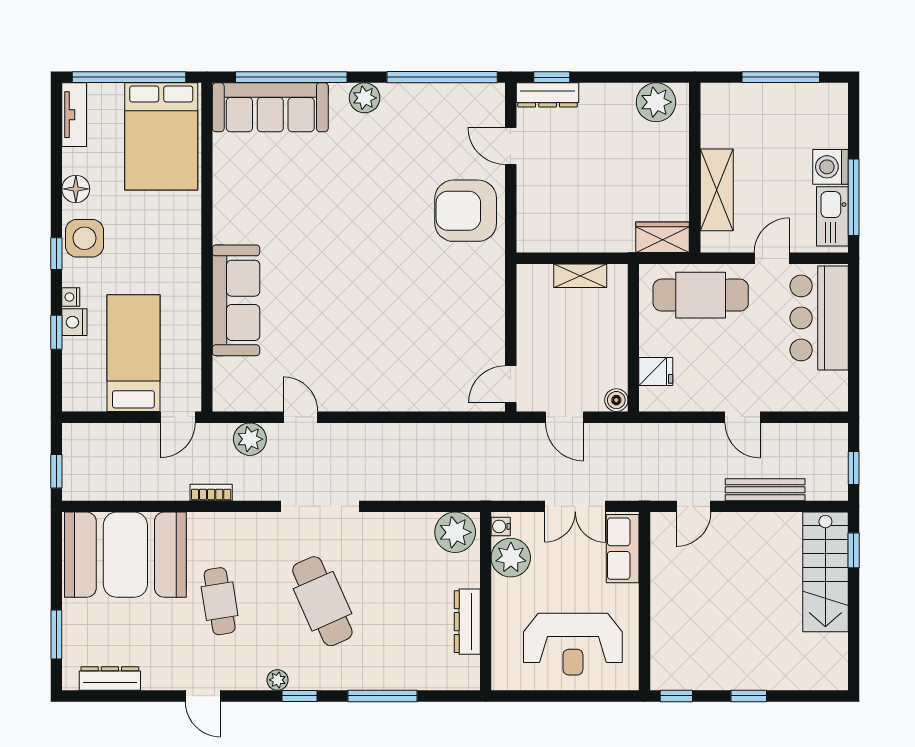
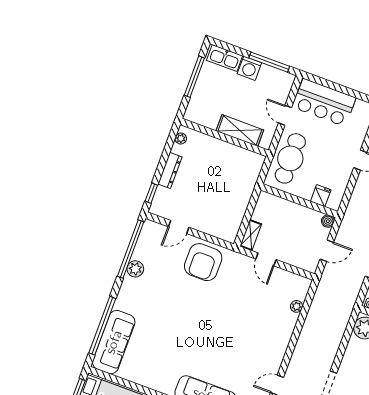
dresser: (548, 95) -> (170, 170), moved
plant: (365, 98) -> (135, 269), moved
plant: (656, 102) -> (181, 138), width x0.53, depth x0.53
kitchen sink: (832, 216) -> (225, 58), moved
wardrobe: (663, 237) -> (254, 167), removed
shelving: (580, 276) -> (251, 235), moved
door: (511, 384) -> (266, 259), moved
plant: (449, 401) -> (297, 306), added

